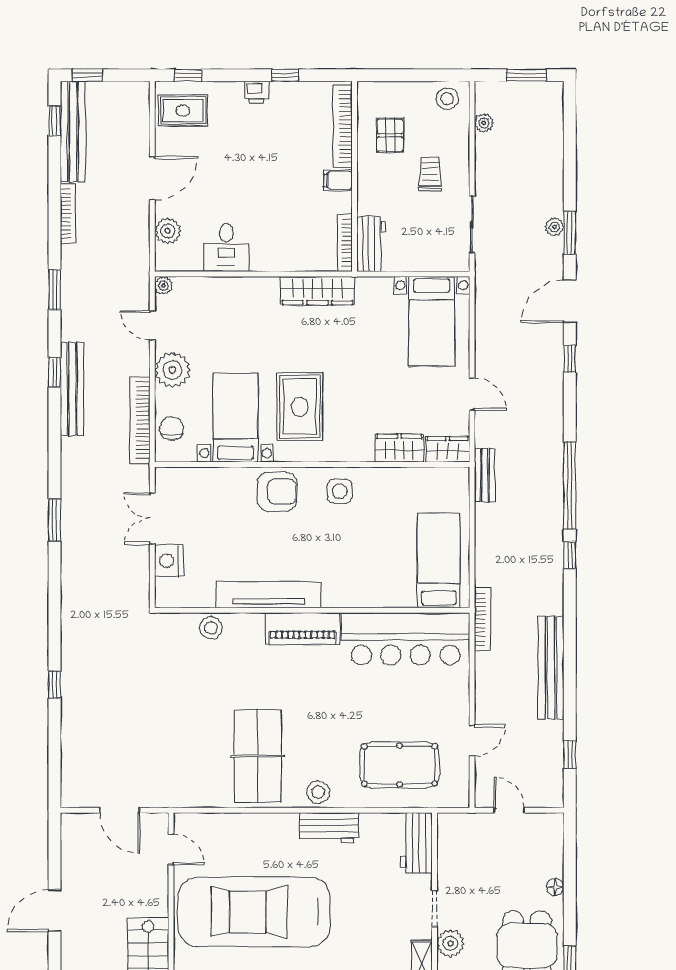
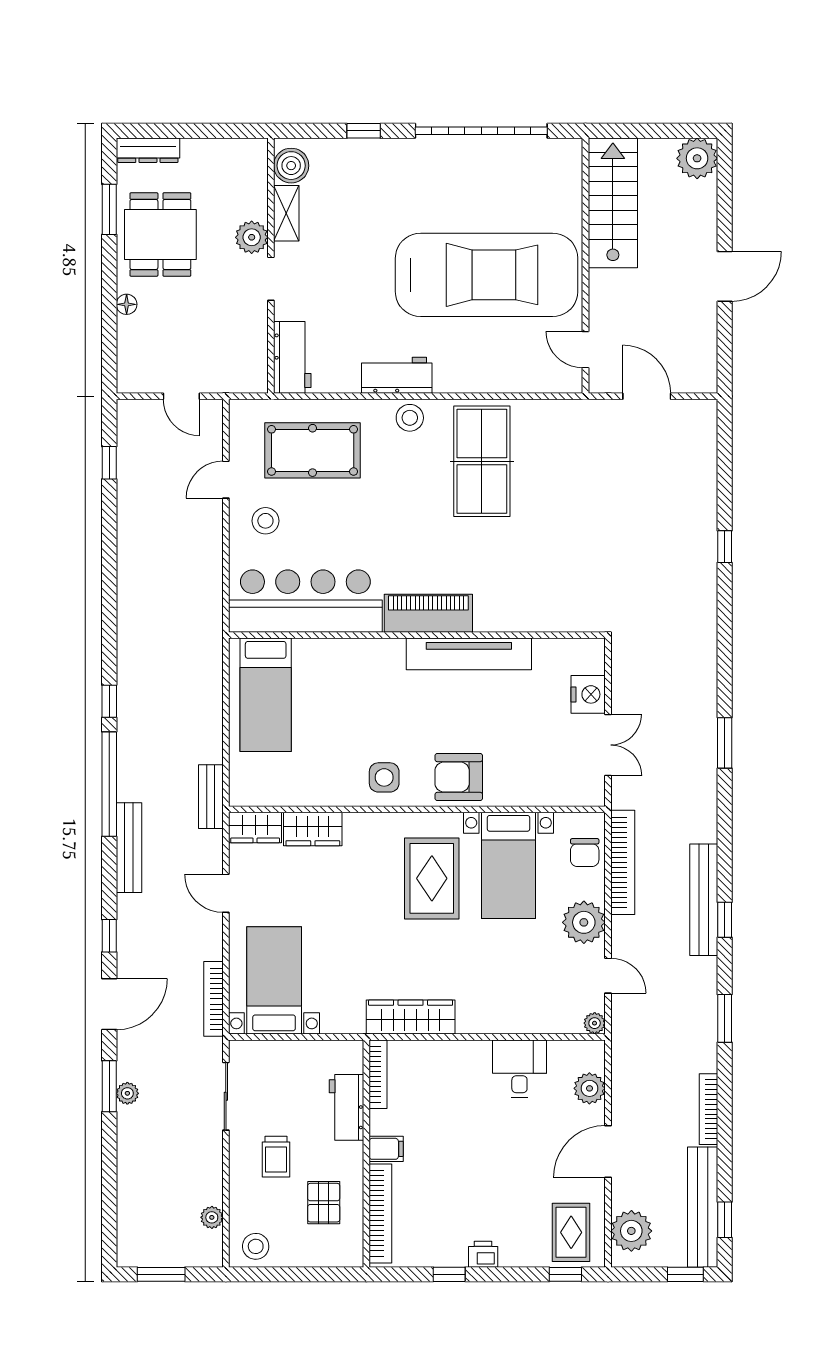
rug: (183, 110) -> (571, 1232), turned 90
plant: (133, 112) -> (631, 1231), added
workbench: (371, 244) -> (347, 1107), moved
bookcase: (482, 619) -> (213, 999), moved
stool: (211, 628) -> (265, 521), moved
bench: (551, 668) -> (129, 848), moved, width x0.73, depth x0.82

